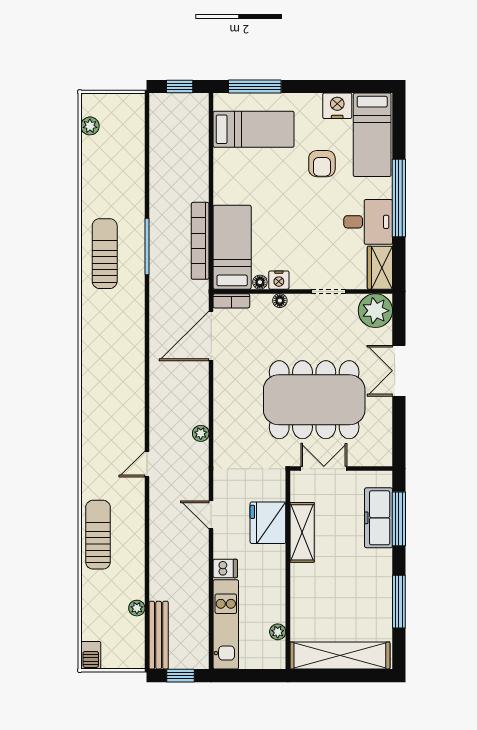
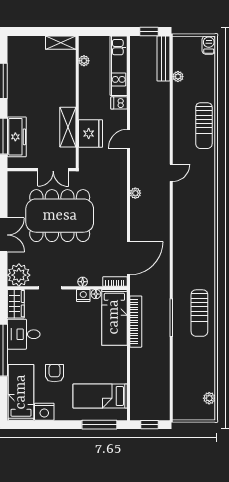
door: (211, 515) -> (128, 139), swing flipped
shelving: (340, 656) -> (61, 43), width x0.45, depth x0.75

